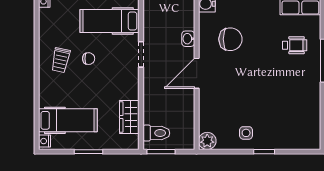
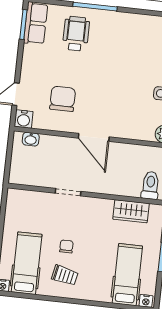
hospital bed: (110, 21) -> (27, 263), moved, turned 180
washbasin: (188, 39) -> (31, 139), moved
wheelchair: (295, 45) -> (76, 34), width x1.36, depth x1.37

